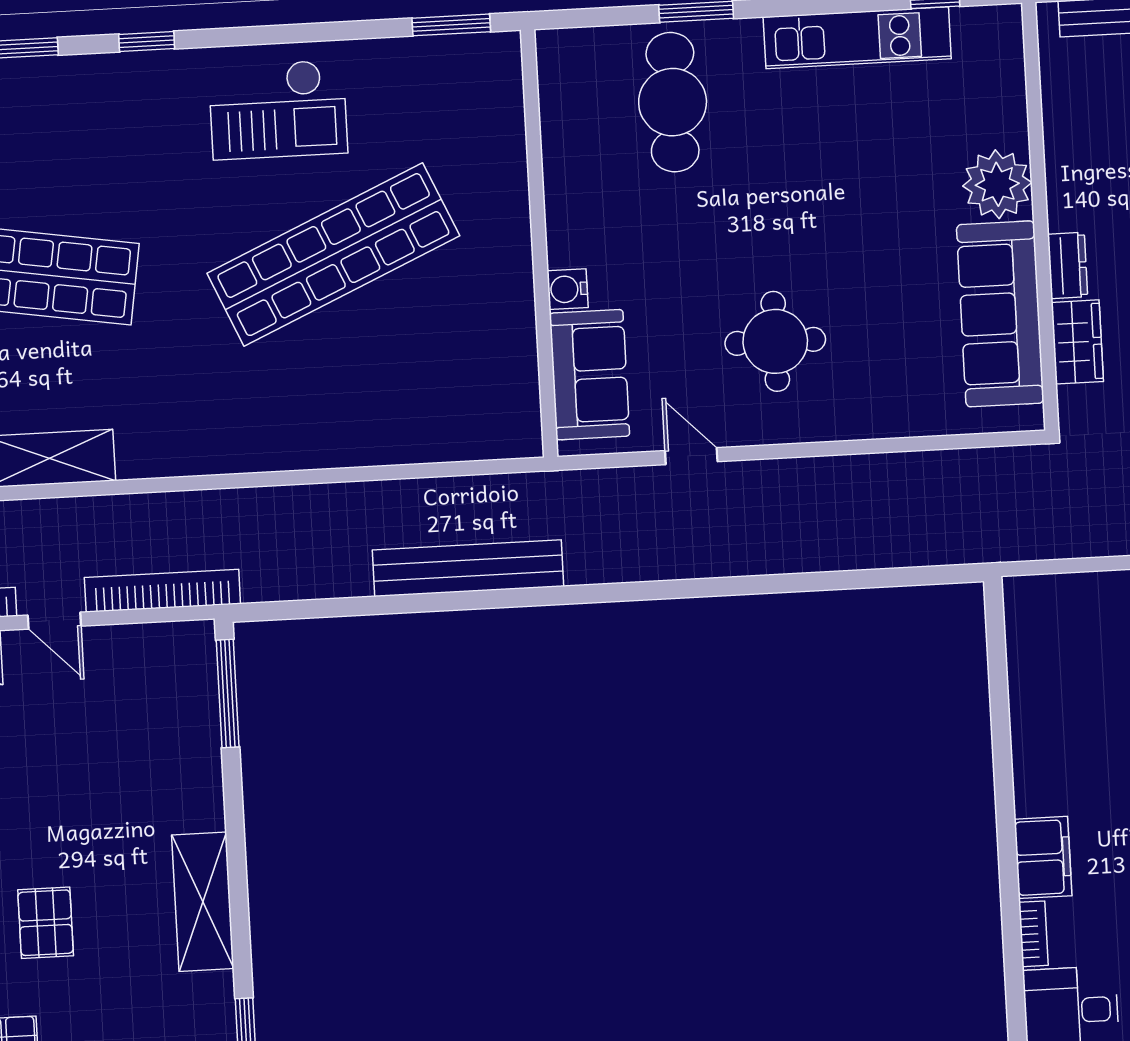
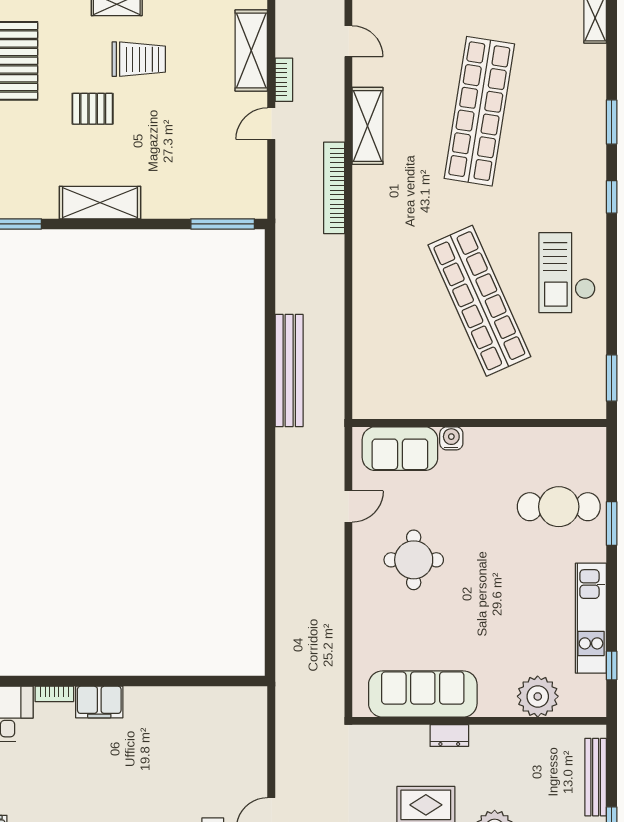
plant: (997, 184) -> (538, 696), moved
wardrobe: (1077, 342) -> (404, 739), removed
bookcase: (162, 591) -> (334, 188), moved, turned 180

